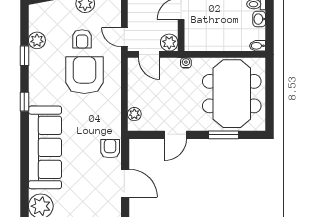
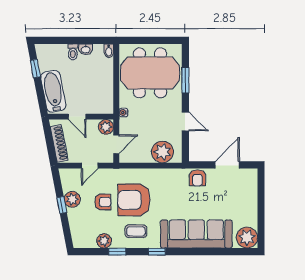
door: (124, 37) -> (90, 166), moved
coffee table: (48, 77) -> (136, 231), added
plant: (134, 114) -> (162, 152), width x1.87, depth x1.87
armchair: (110, 149) -> (197, 178), turned -90

